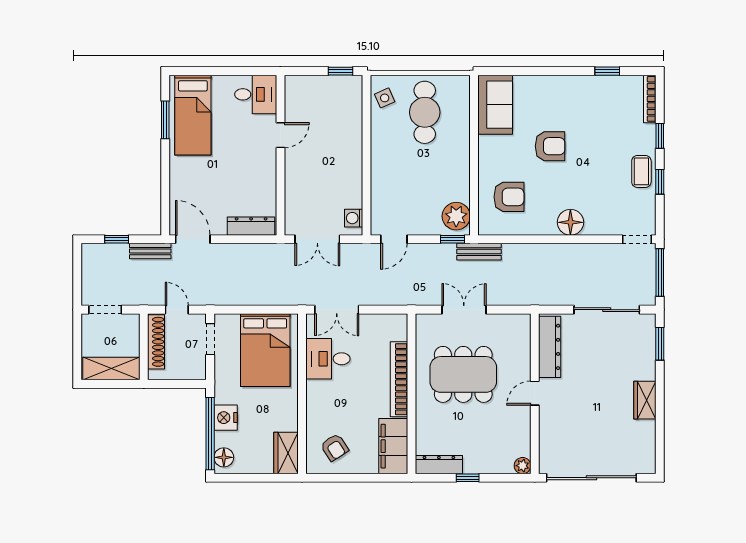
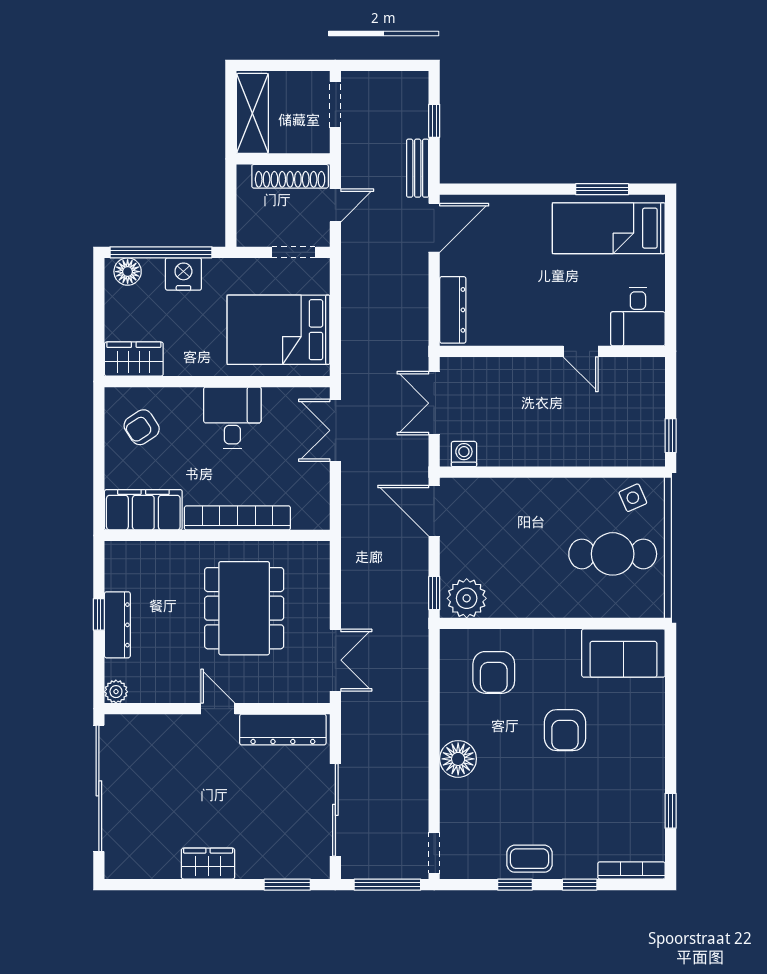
door: (394, 239) -> (434, 511), width x1.38
bench: (479, 252) -> (417, 630), removed
double door: (464, 310) -> (335, 660), moved
desk: (328, 359) -> (232, 418), moved
dresser: (439, 465) -> (117, 625), moved

